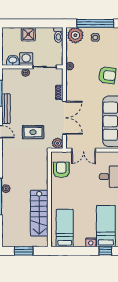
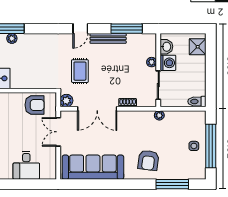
shower: (28, 34) -> (198, 47), moved
plant: (75, 35) -> (196, 122), removed

